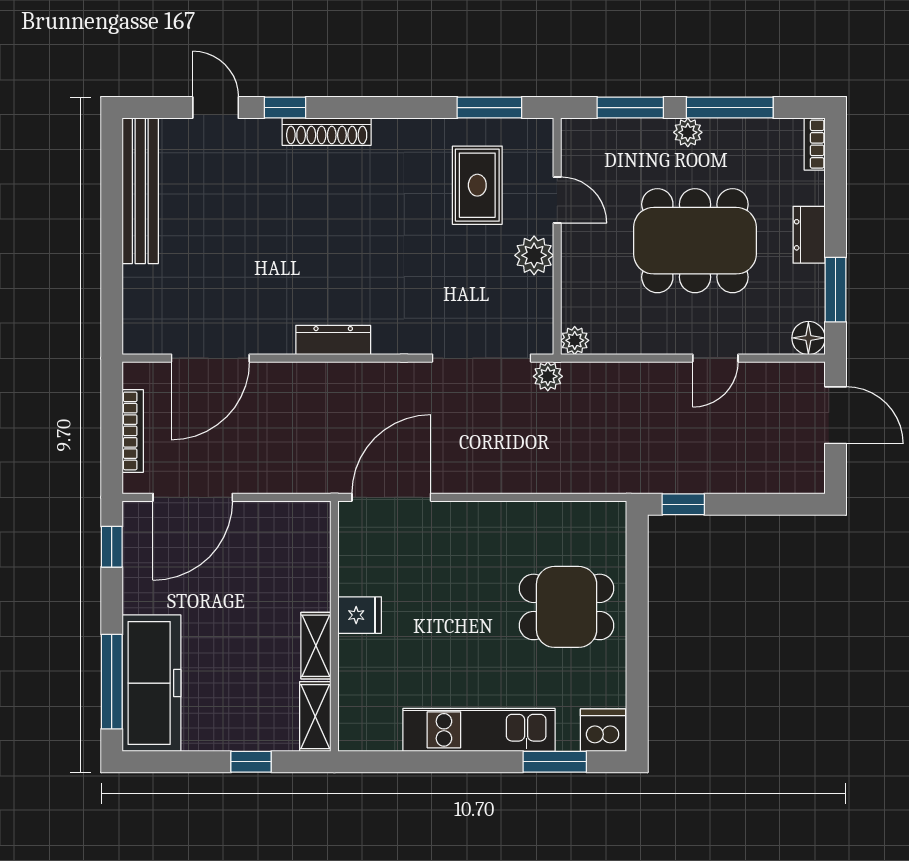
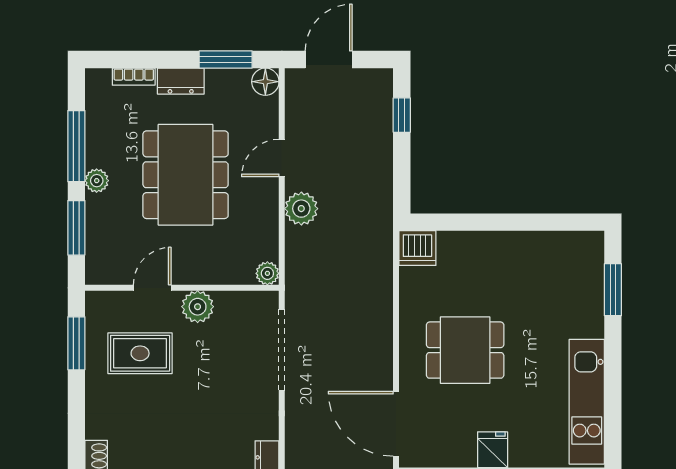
bookcase: (815, 144) -> (134, 77), moved
door: (715, 358) -> (282, 158), swing flipped
plant: (548, 376) -> (301, 209), moved, width x1.38, depth x1.38
window: (683, 504) -> (402, 115), moved
dining table: (567, 607) -> (465, 350), moved, turned 90
kitchen unit: (479, 730) -> (587, 402), moved
dishwasher: (603, 730) -> (417, 248), moved, turned -90

